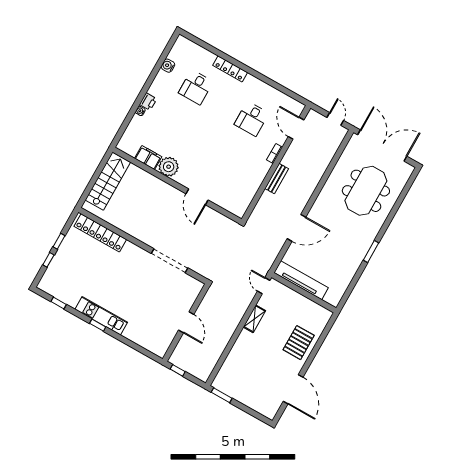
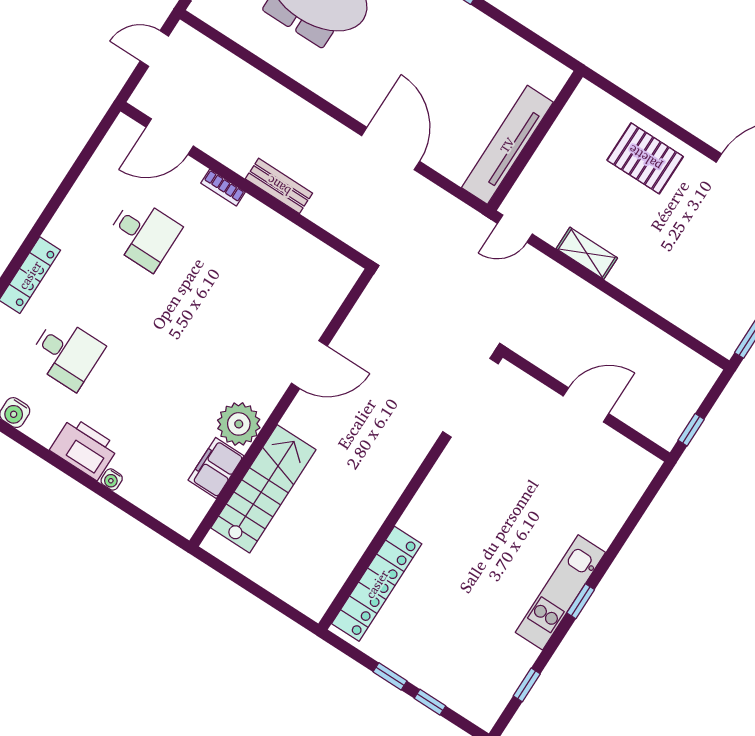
printer: (148, 102) -> (84, 448), width x1.87, depth x1.48
stairs: (108, 181) -> (263, 489), moved, turned 90
doorway: (170, 261) -> (470, 398), moved

